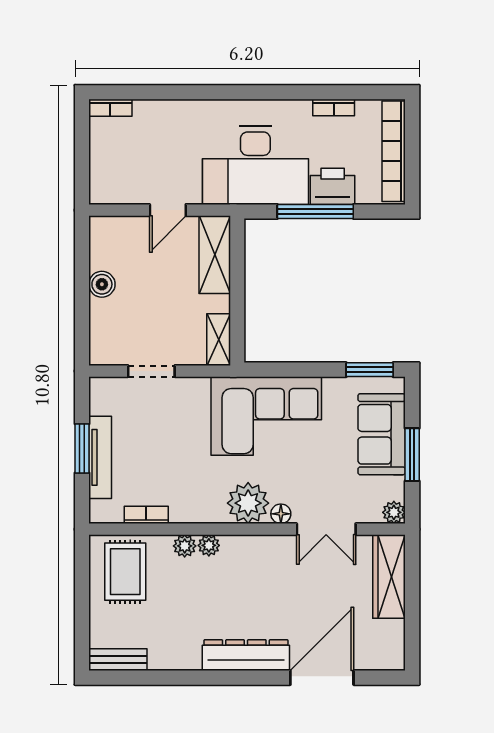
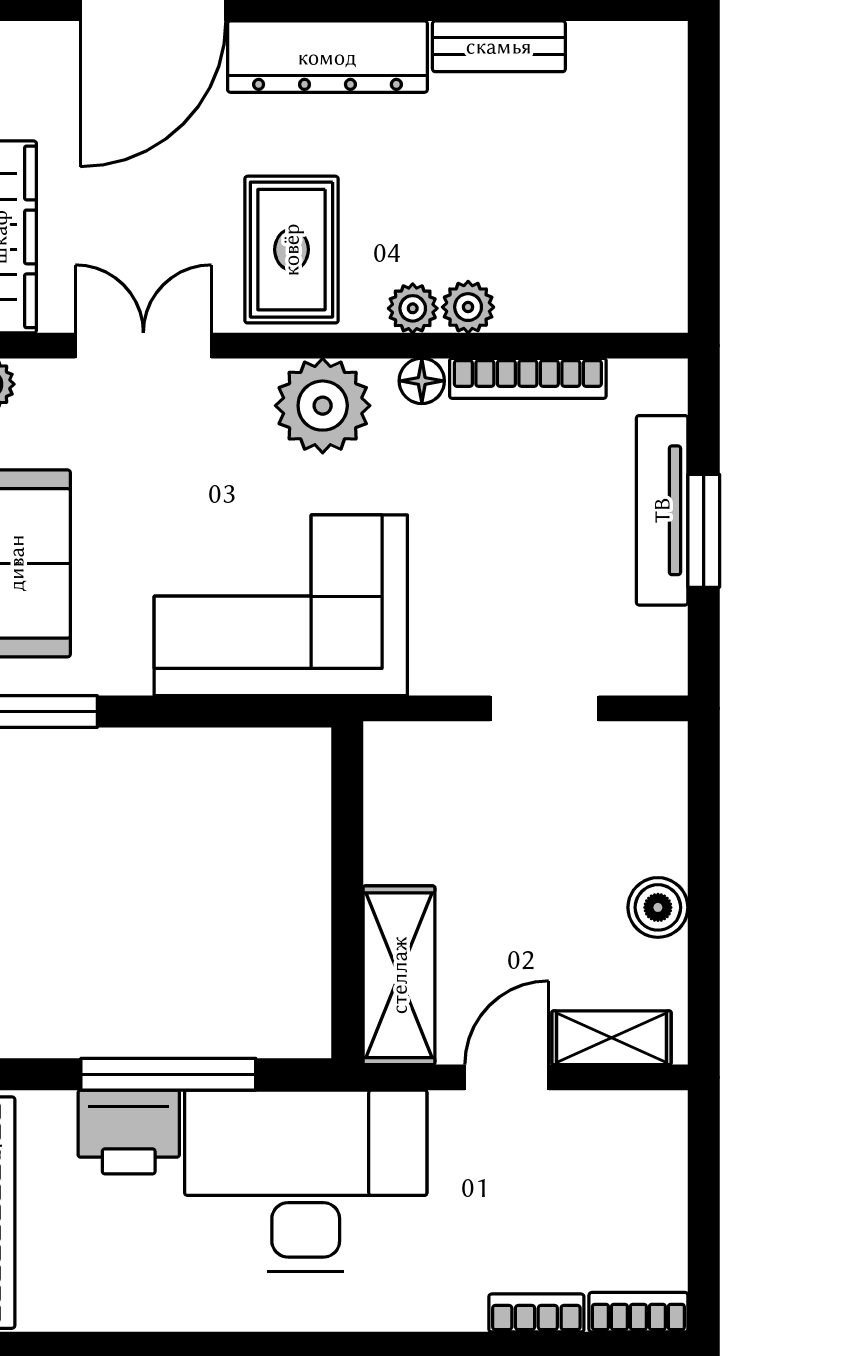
bookcase: (334, 107) -> (536, 1313), moved
shelving: (219, 340) -> (611, 1038), moved, turned 90
floor lamp: (281, 514) -> (422, 381), moved
bookcase: (146, 515) -> (528, 378), width x1.56
rug: (125, 572) -> (291, 250), moved
bench: (118, 660) -> (499, 46), moved

